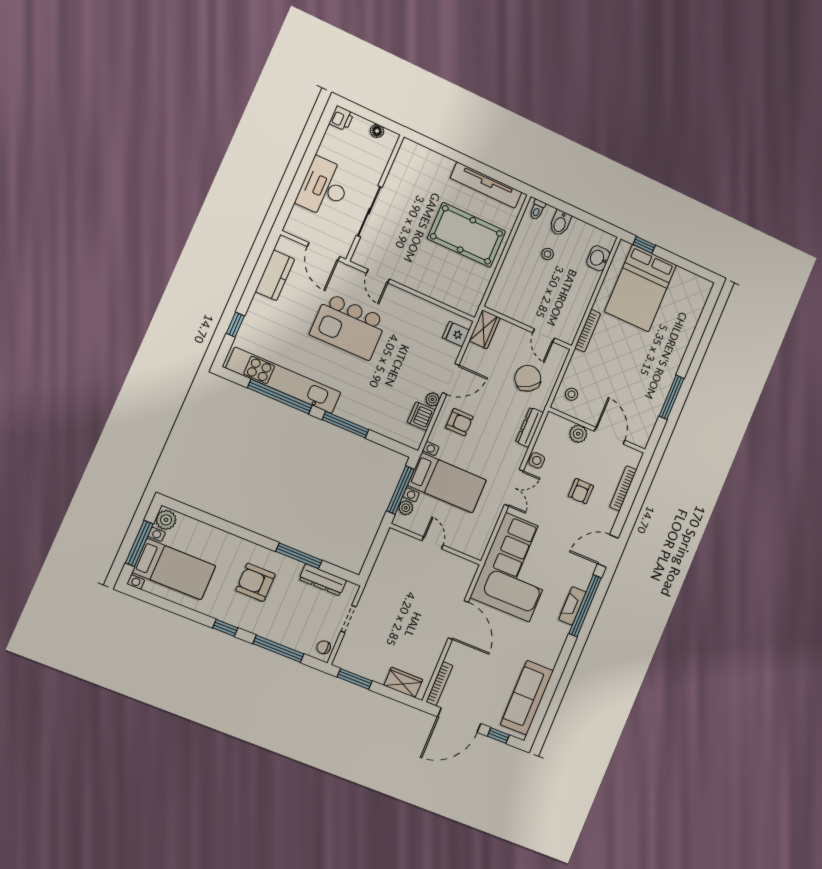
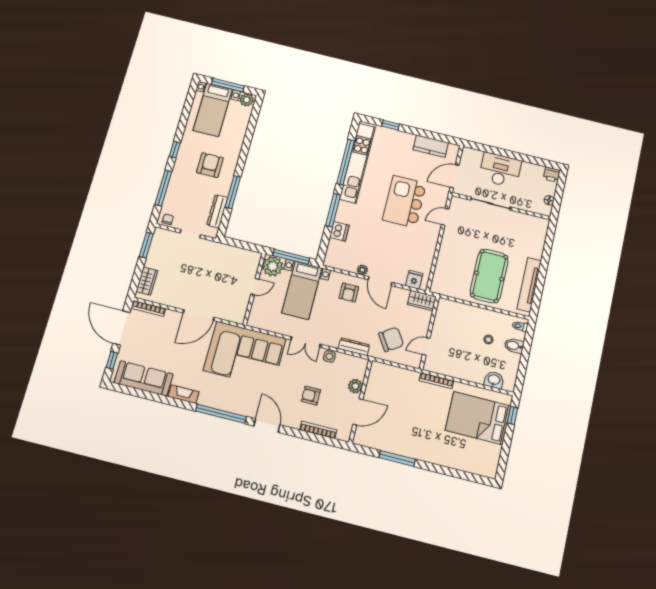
stool: (572, 394) -> (385, 376), removed
dishwasher: (421, 416) -> (339, 231), moved, turned 90
plant: (406, 508) -> (273, 266), width x1.87, depth x1.87
fireplace: (572, 606) -> (183, 394), moved

